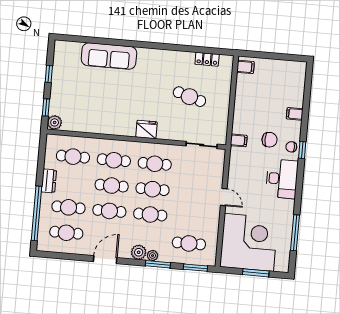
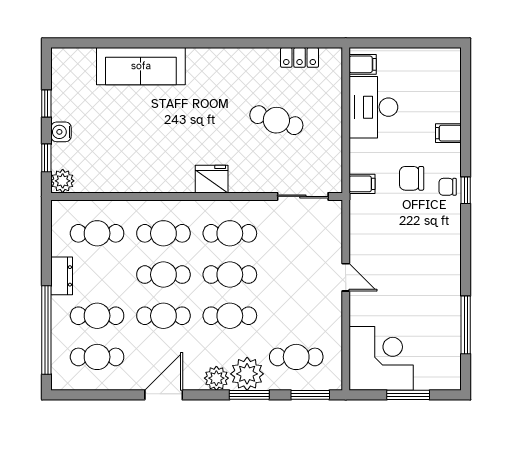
water cooler: (56, 92) -> (61, 132), added
chair: (270, 140) -> (412, 178), turned 180
desk: (282, 179) -> (373, 107), moved, turned 180
corner desk: (249, 242) -> (381, 358), width x0.74, depth x0.74
plant: (153, 256) -> (247, 374), width x1.88, depth x1.88

